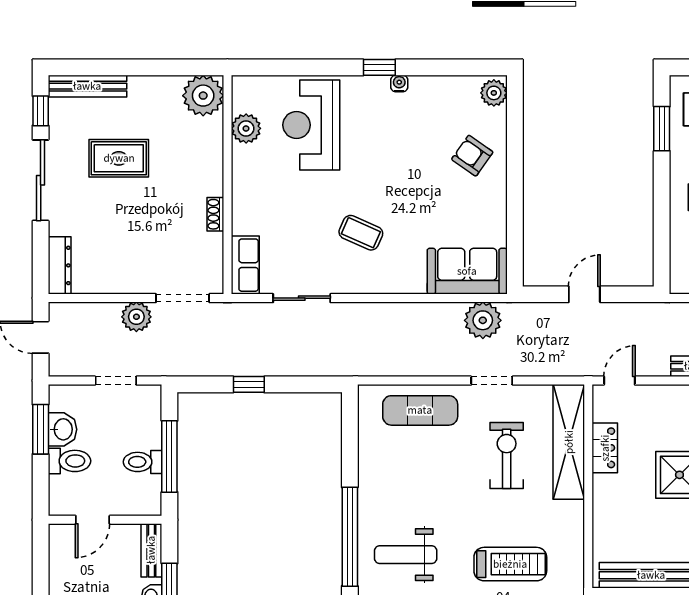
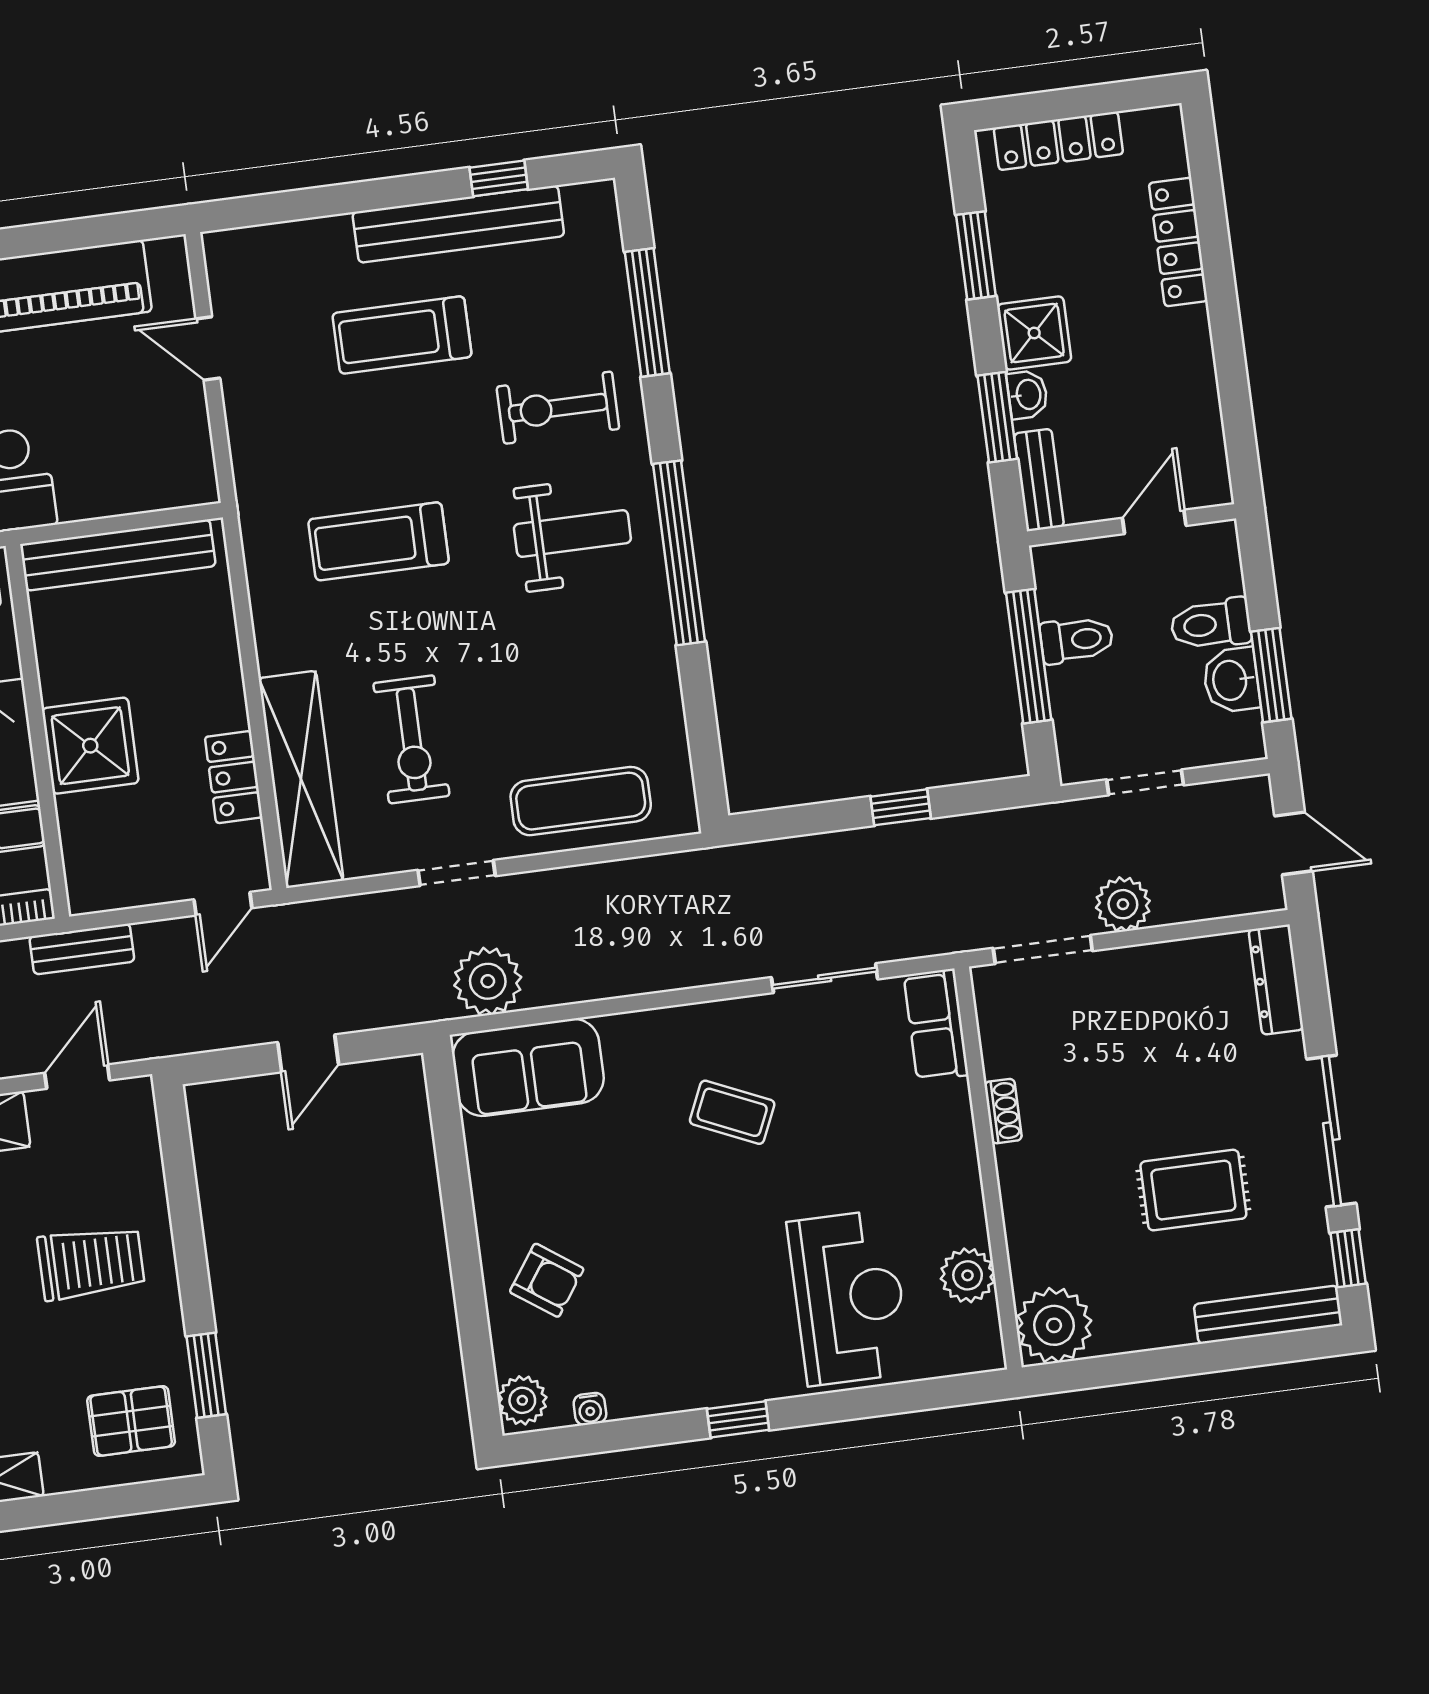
water cooler: (399, 84) -> (590, 1409), moved

